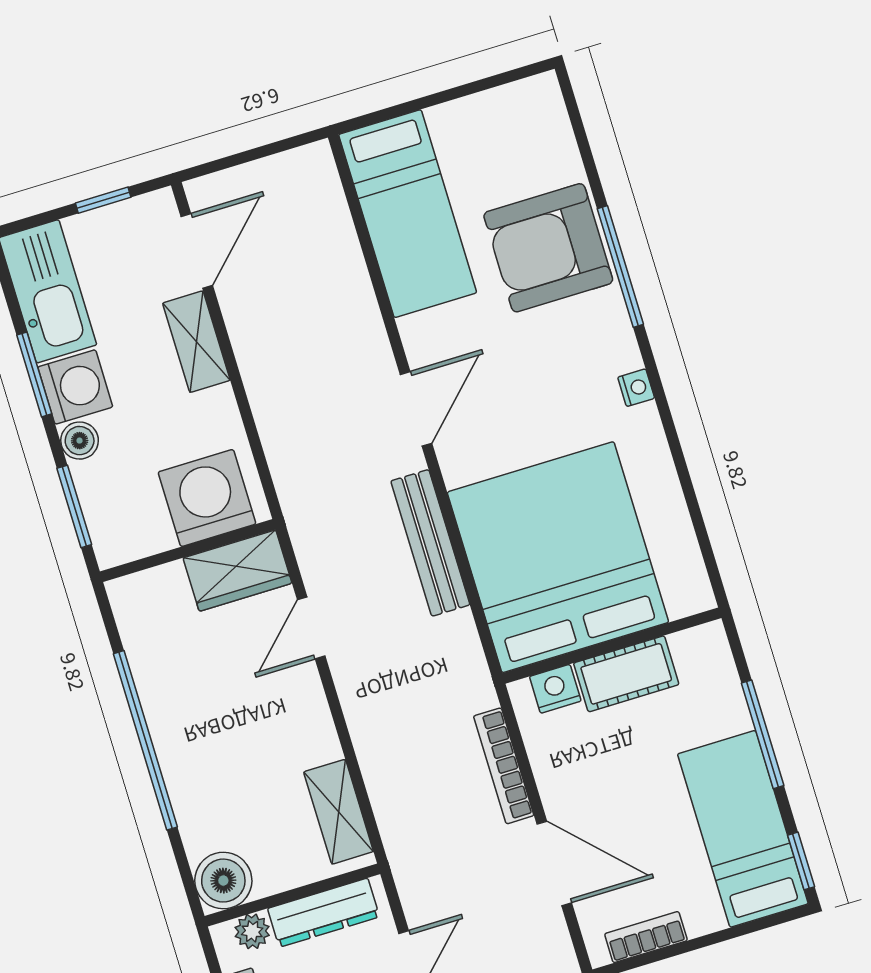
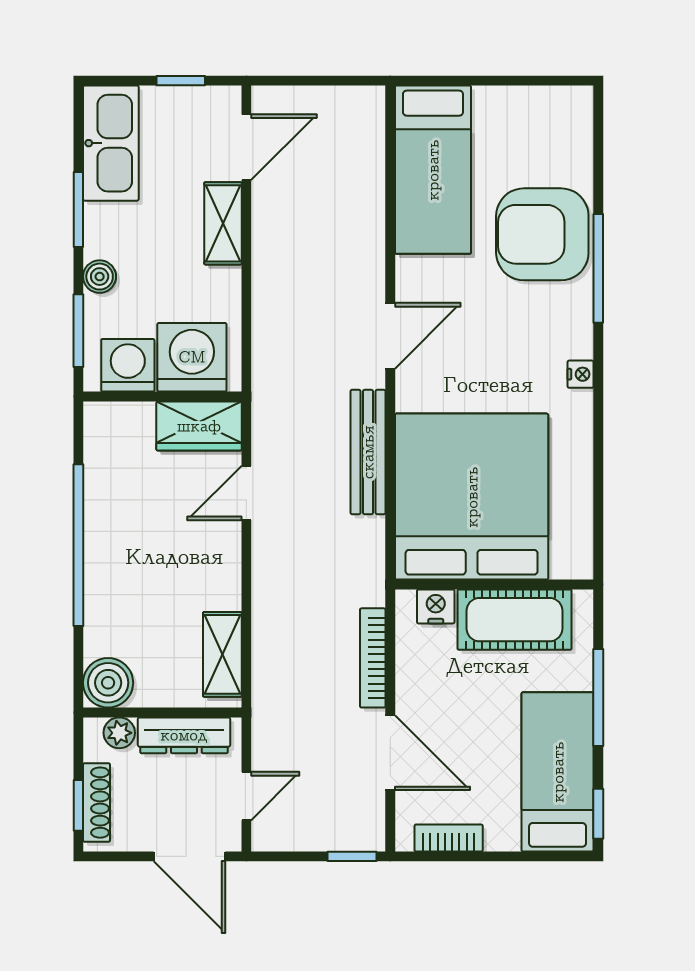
washing machine: (75, 387) -> (128, 365), moved, turned -90
cot: (626, 674) -> (515, 620), width x1.37, depth x1.34

